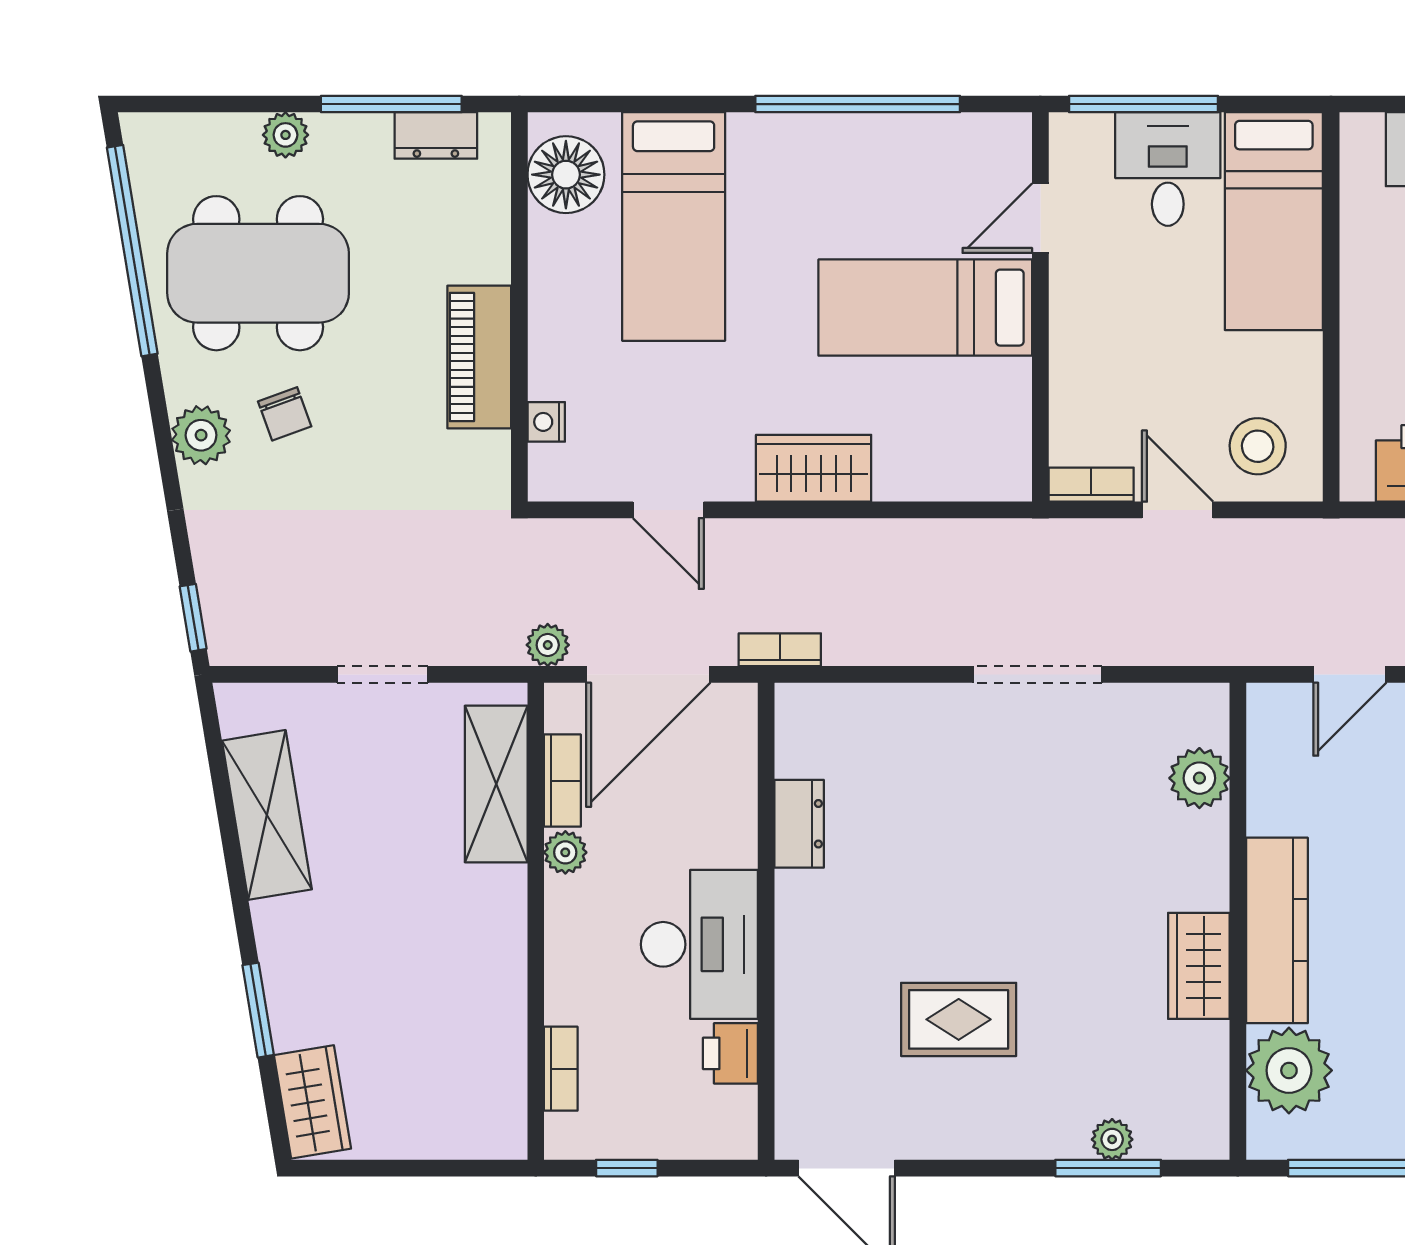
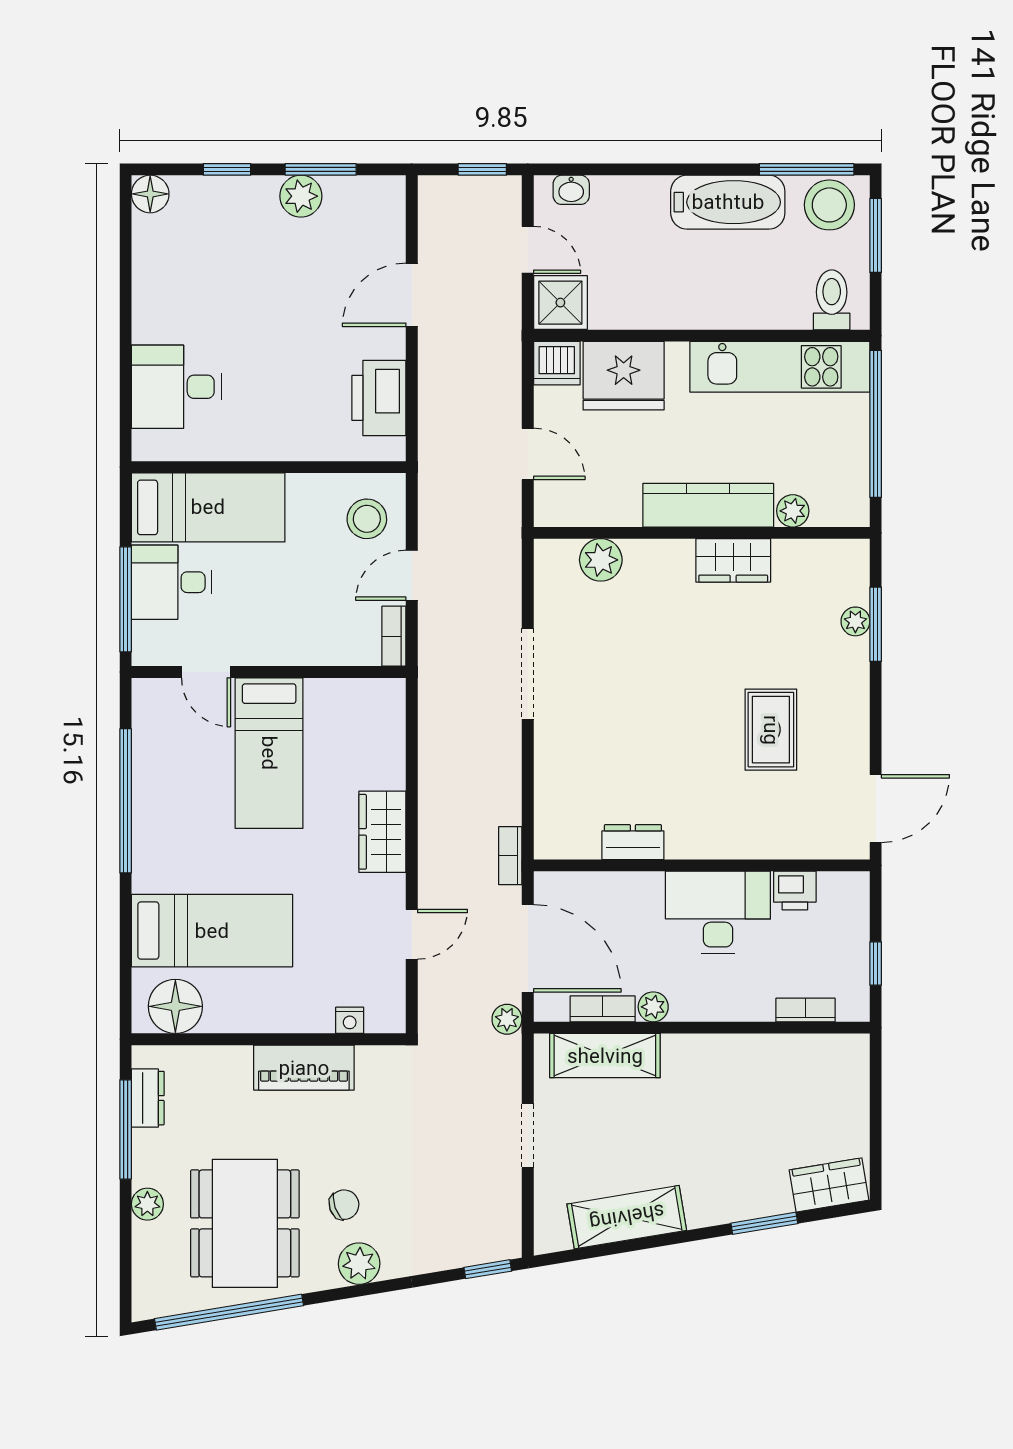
plant: (1289, 1070) -> (793, 511), width x0.53, depth x0.53

